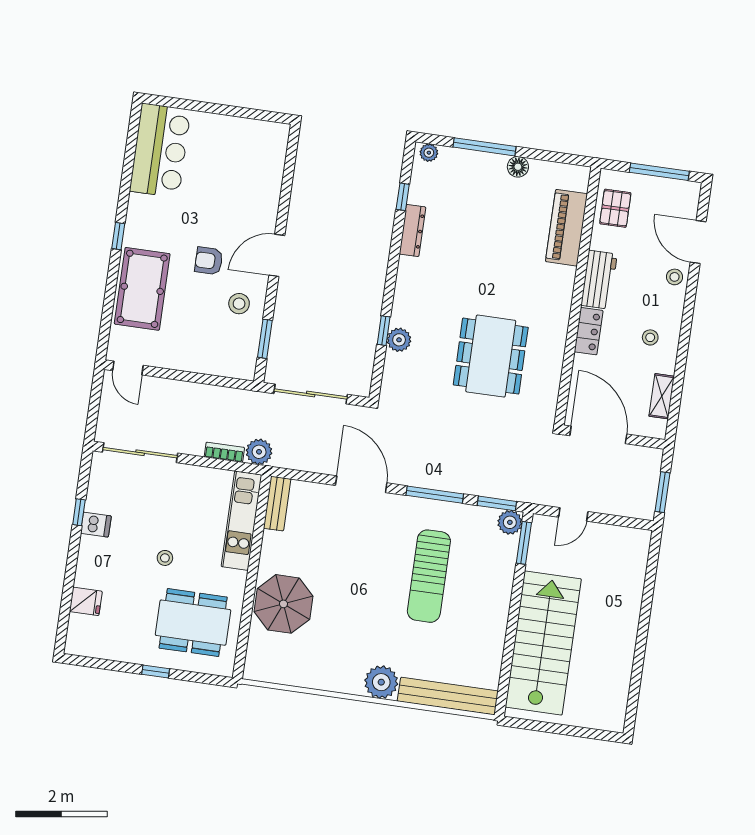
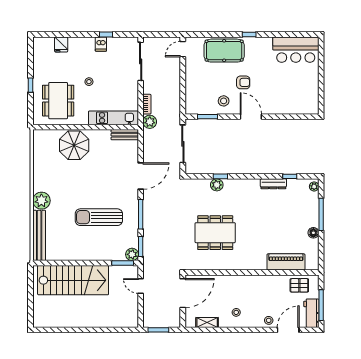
armchair: (209, 261) -> (243, 82), turned 90
workbench: (599, 280) -> (311, 313), moved, turned 90
locker: (589, 331) -> (235, 281), removed

